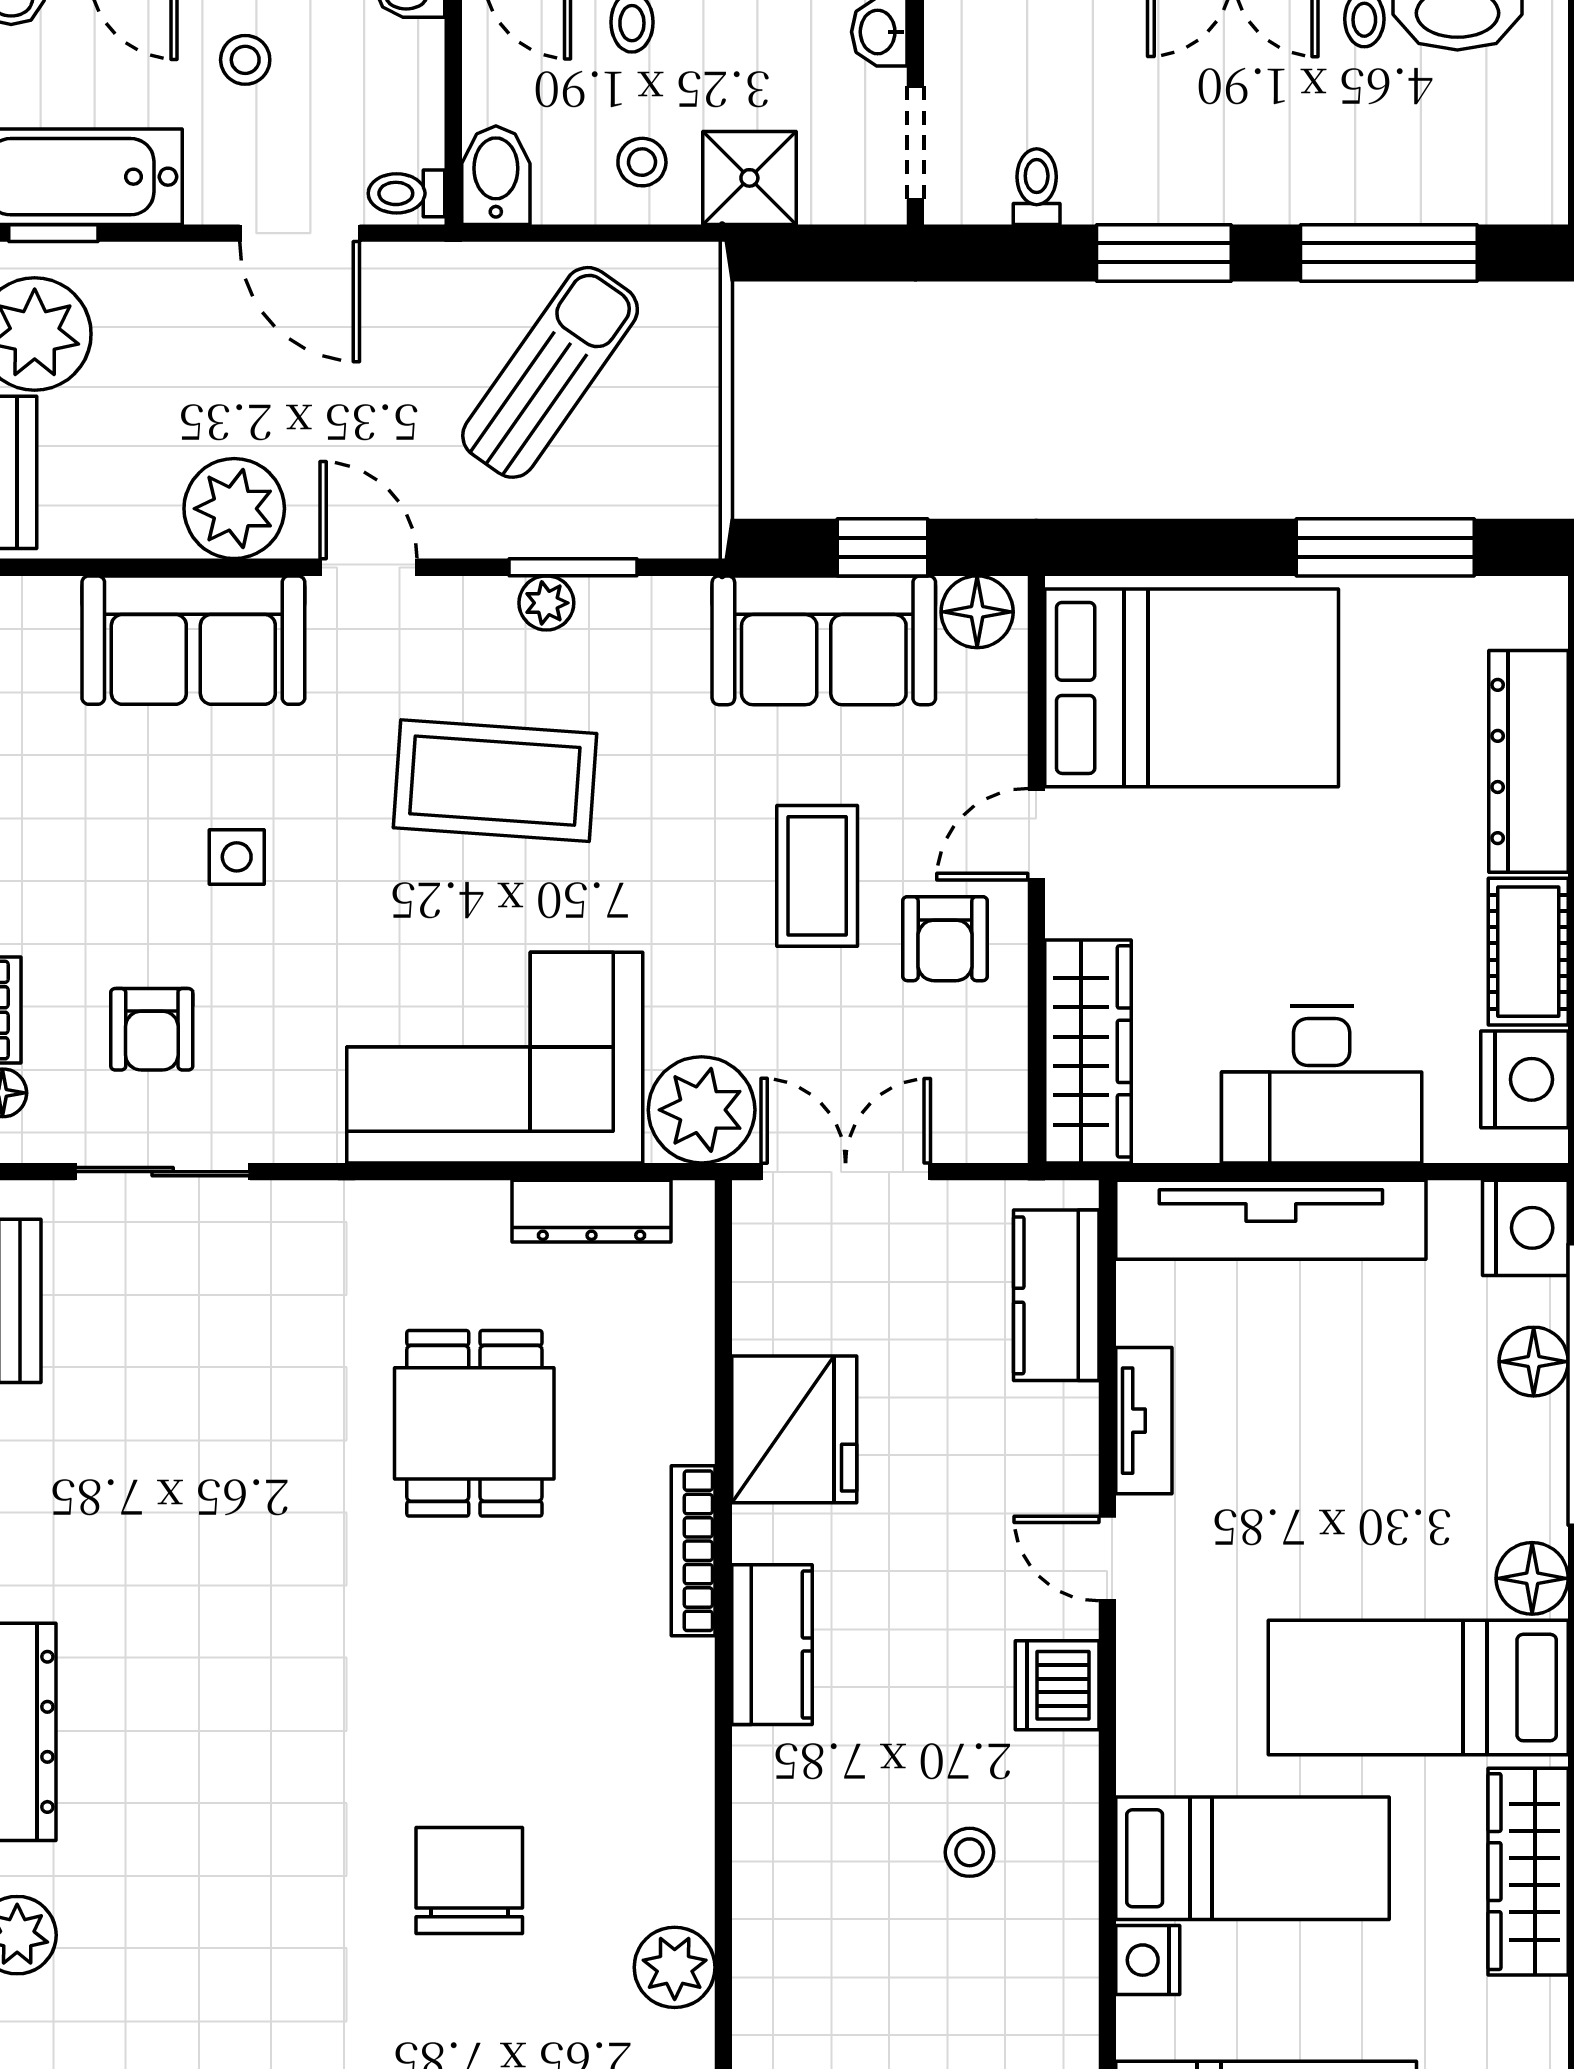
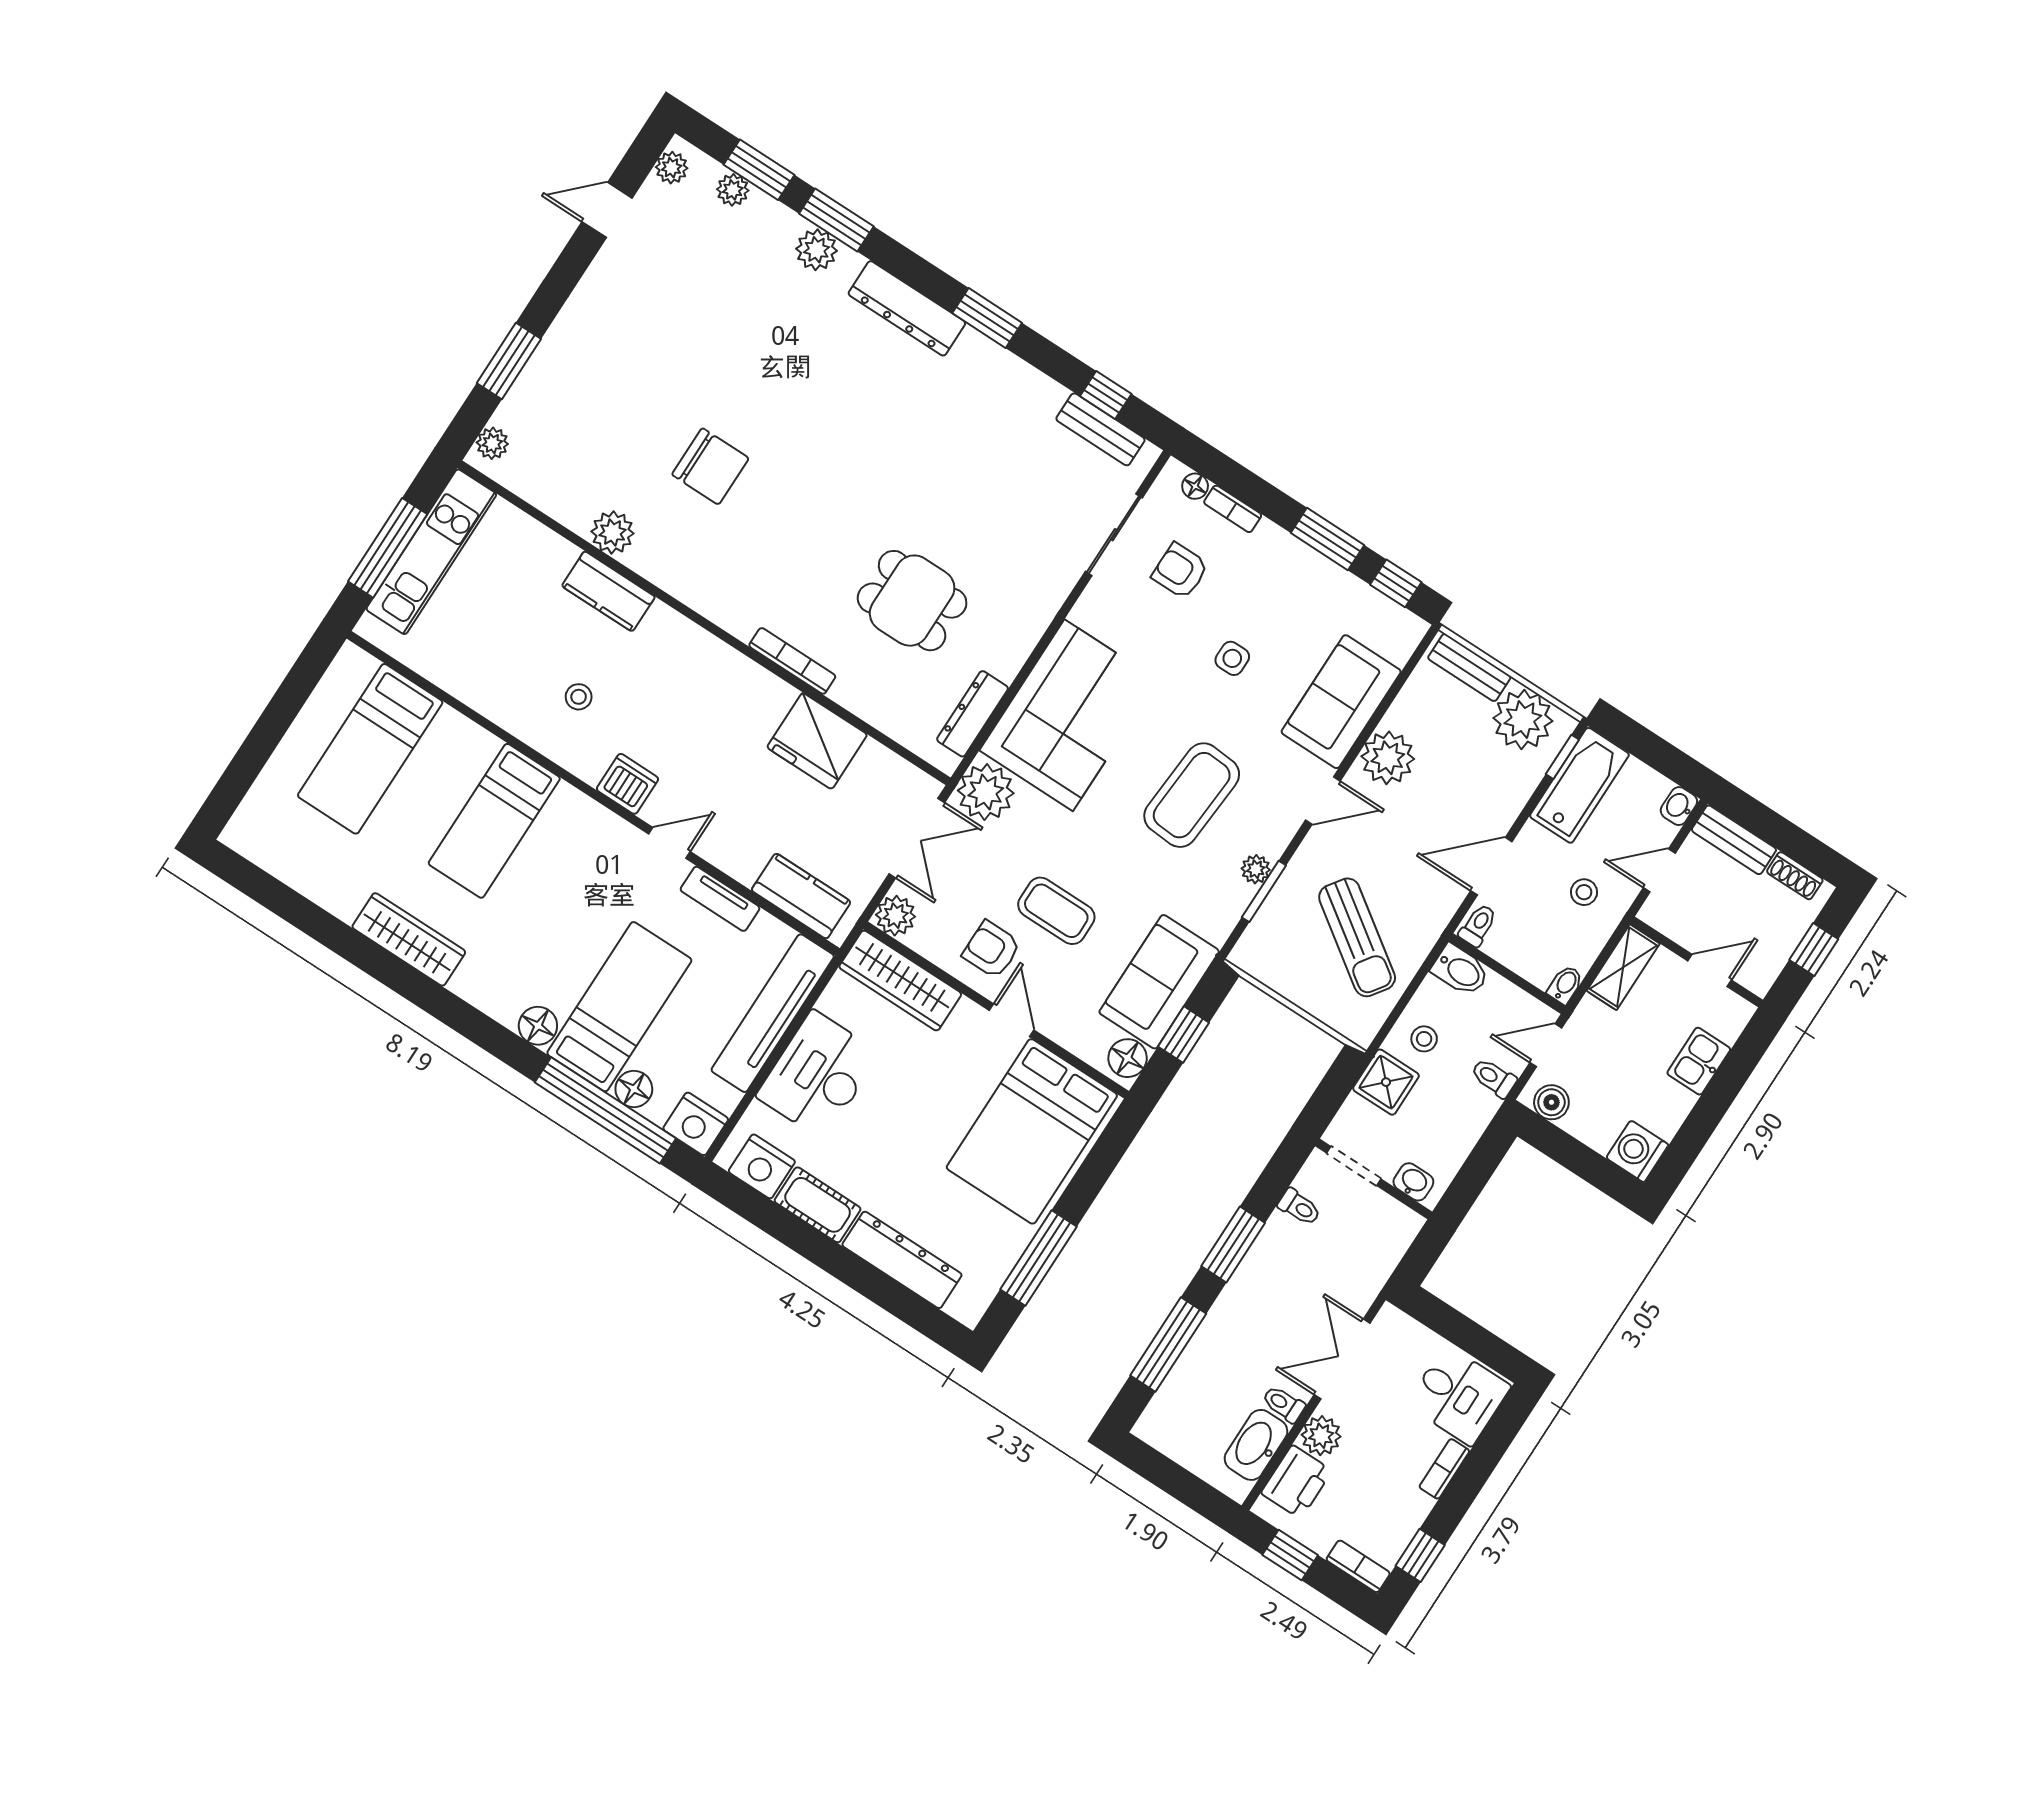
plant: (990, 1125) -> (896, 916), added
kitchen counter: (772, 1645) -> (608, 591), moved
bed: (1418, 1688) -> (619, 1007), moved
nightstand: (1148, 1960) -> (479, 745), removed

